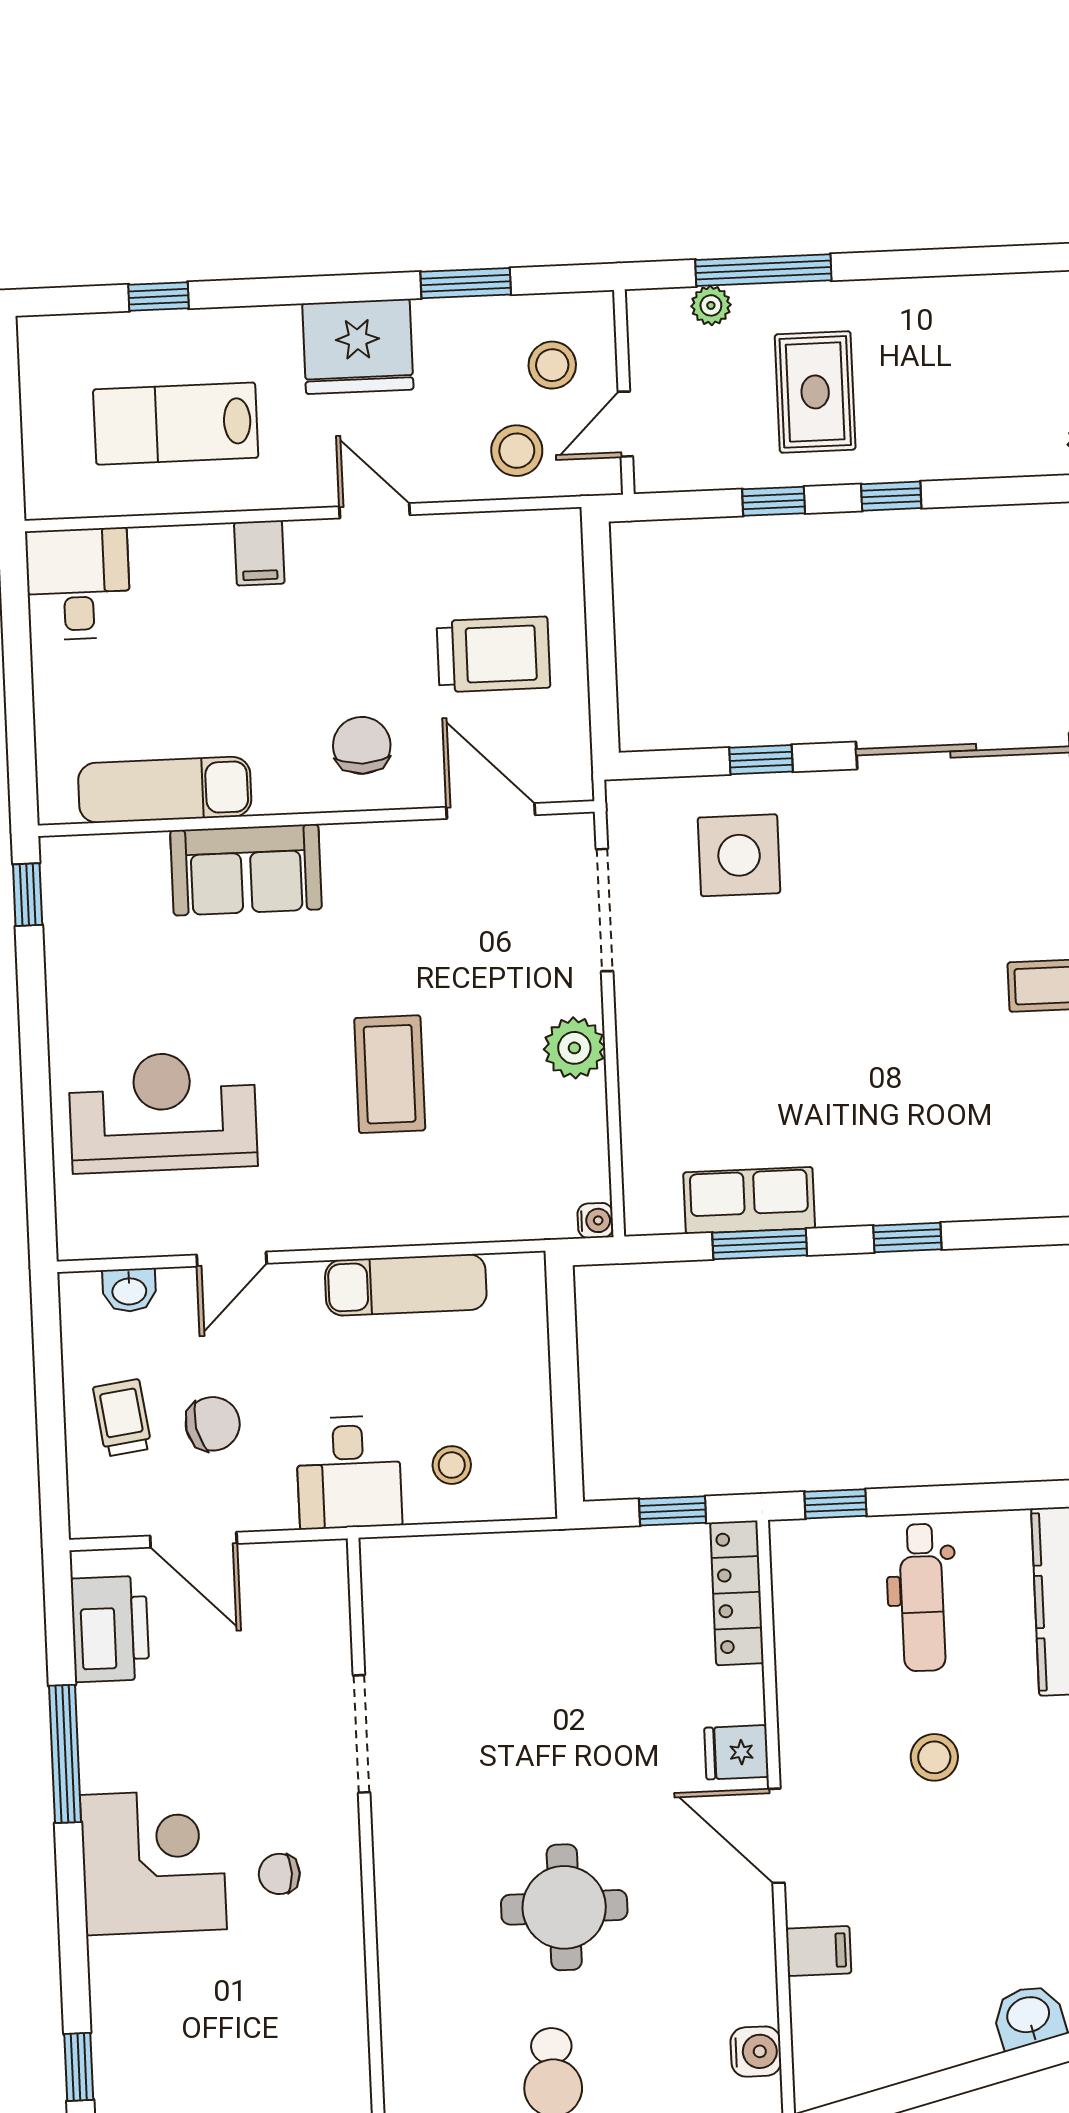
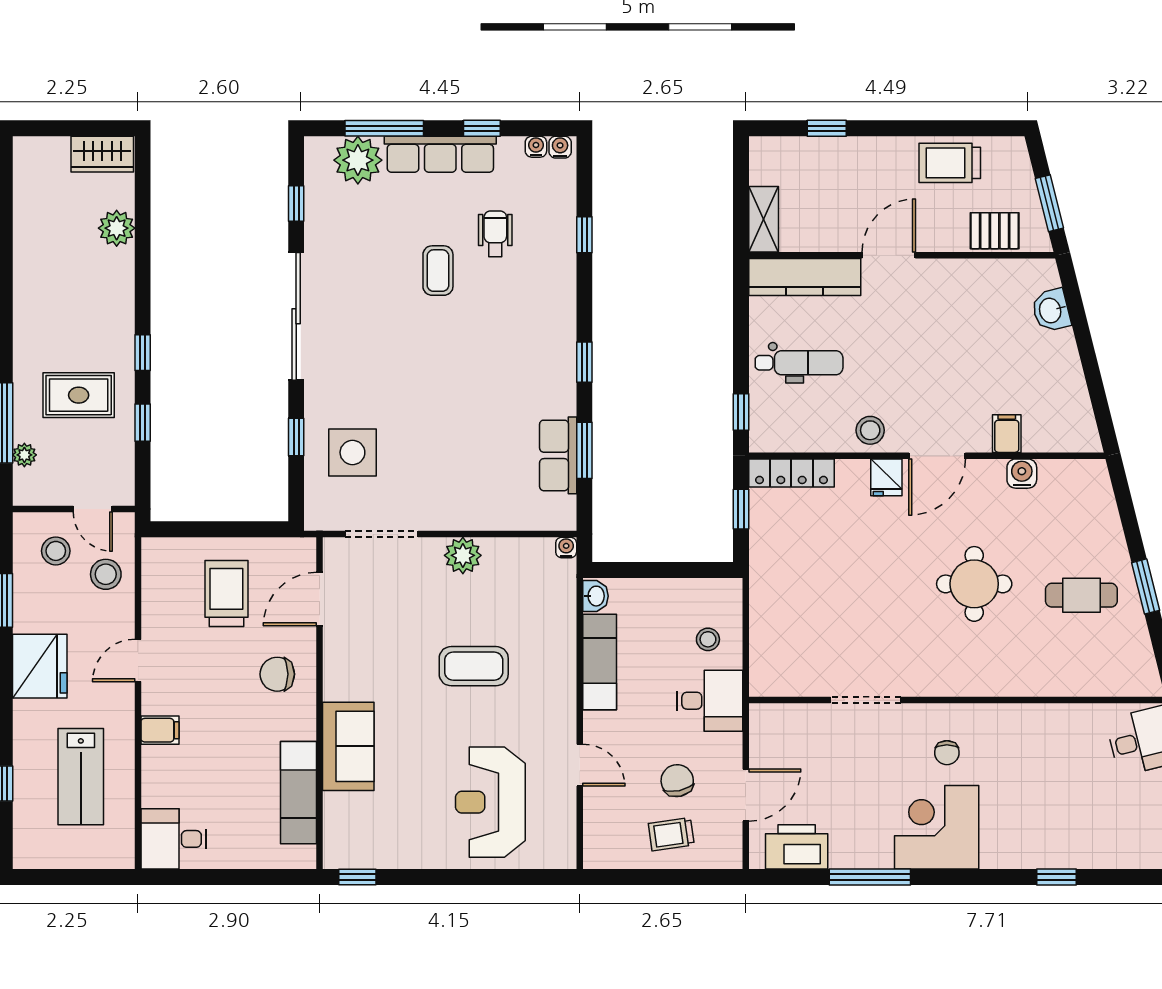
washbasin: (129, 1290) -> (595, 596), moved
stool: (934, 1757) -> (870, 430), moved
water cooler: (756, 2052) -> (1022, 474), moved

